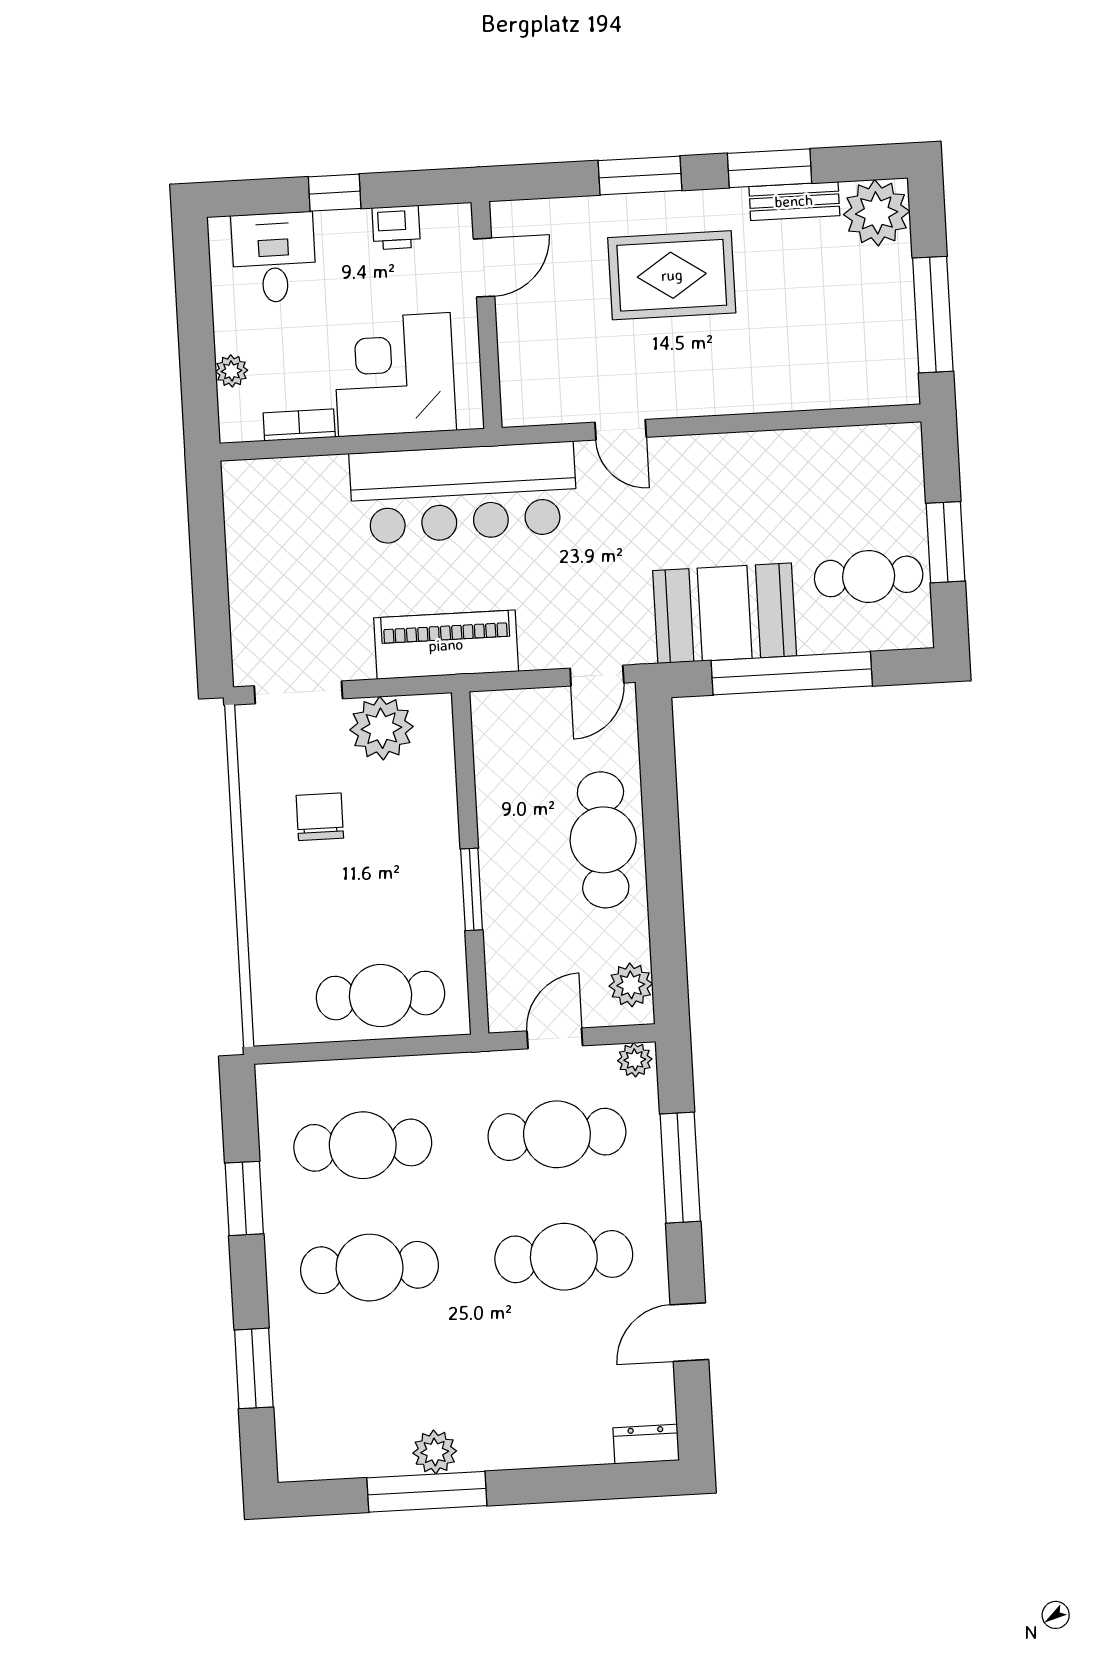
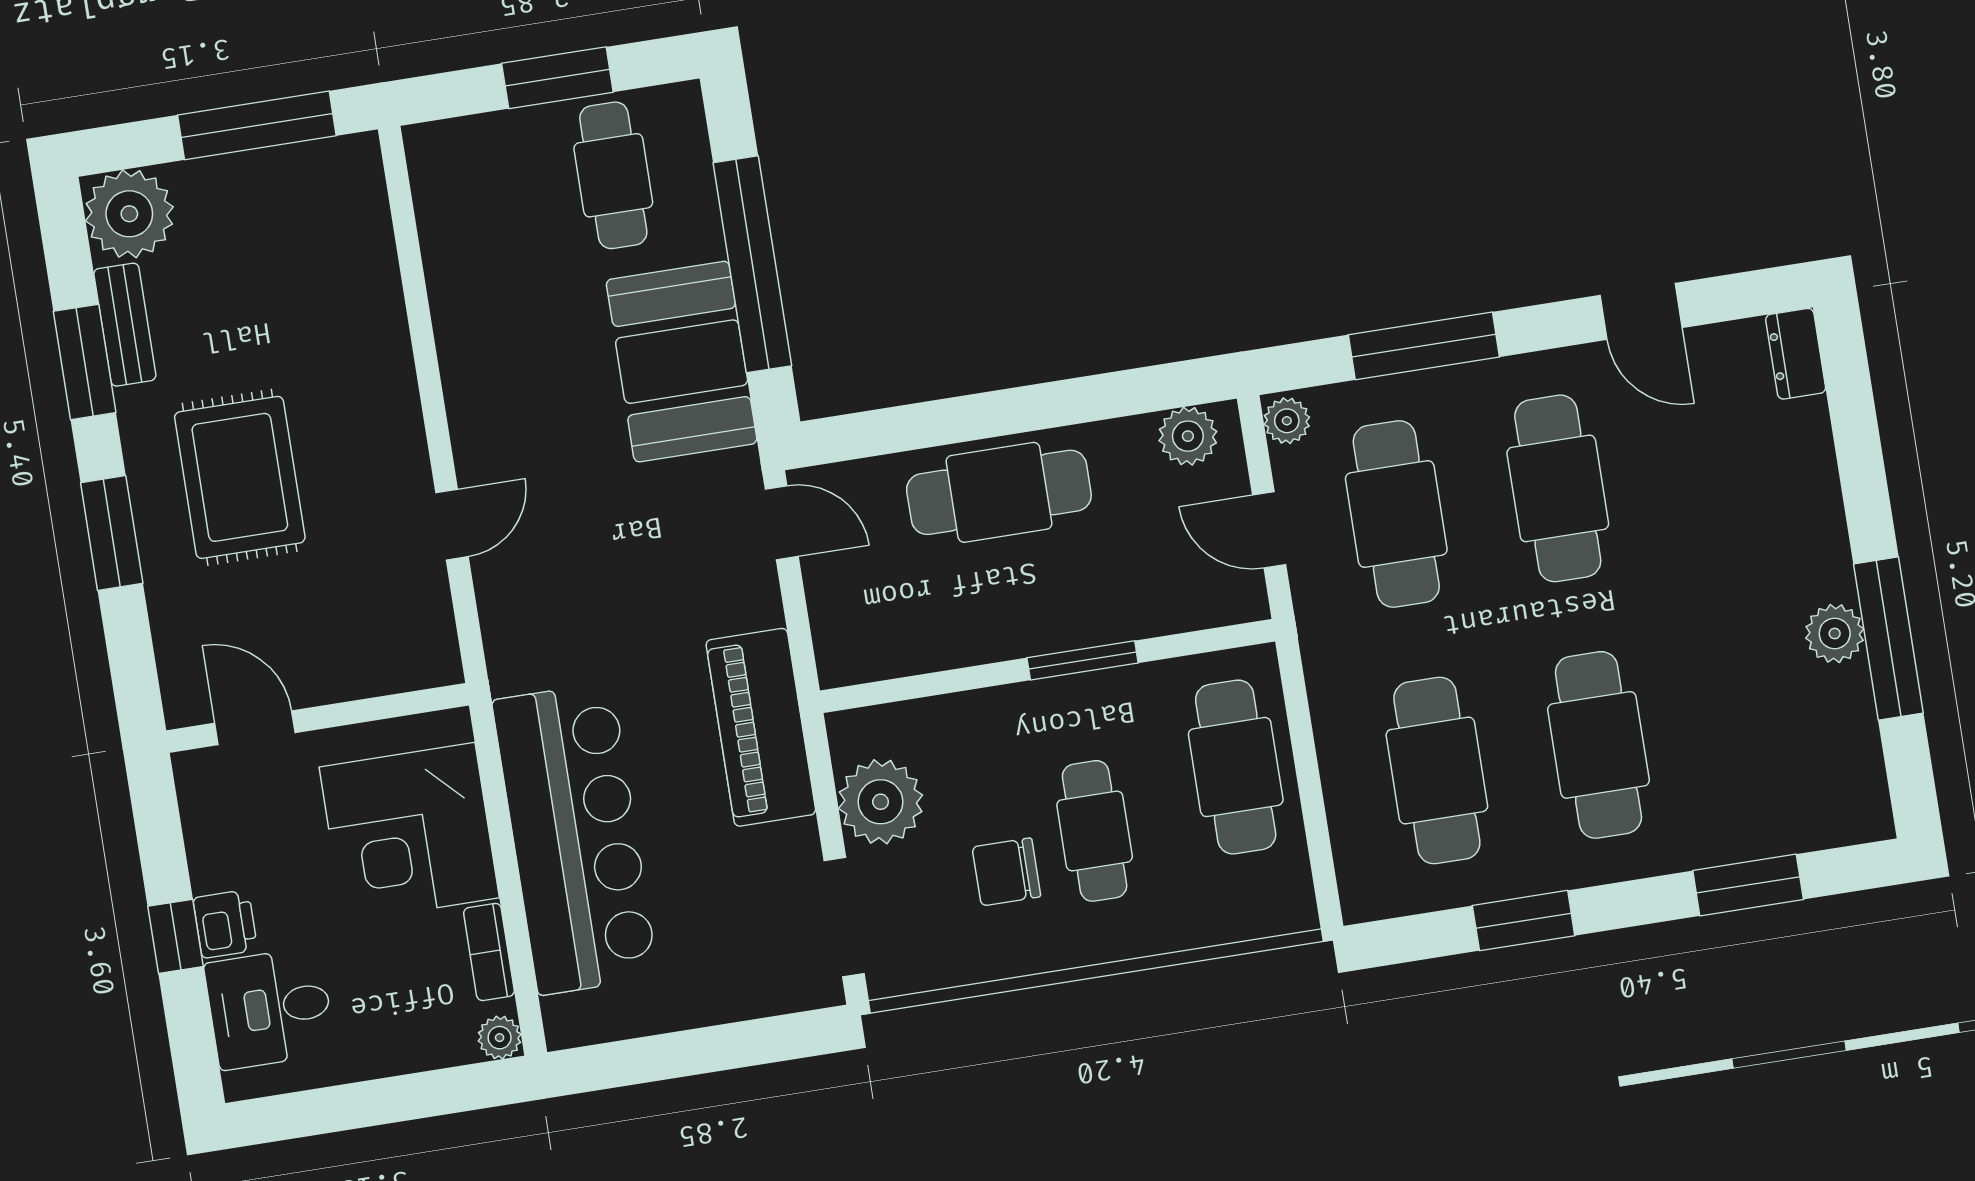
printer: (396, 227) -> (225, 924), moved
plant: (232, 371) -> (500, 1038), moved
bar counter: (463, 493) -> (575, 839), moved
cafe table: (344, 885) -> (1095, 831), added

